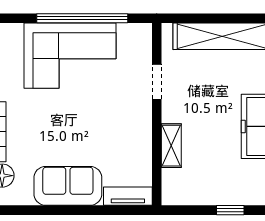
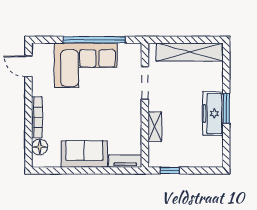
doorway: (157, 82) -> (145, 83), width x1.38
window: (230, 210) -> (170, 171), moved

